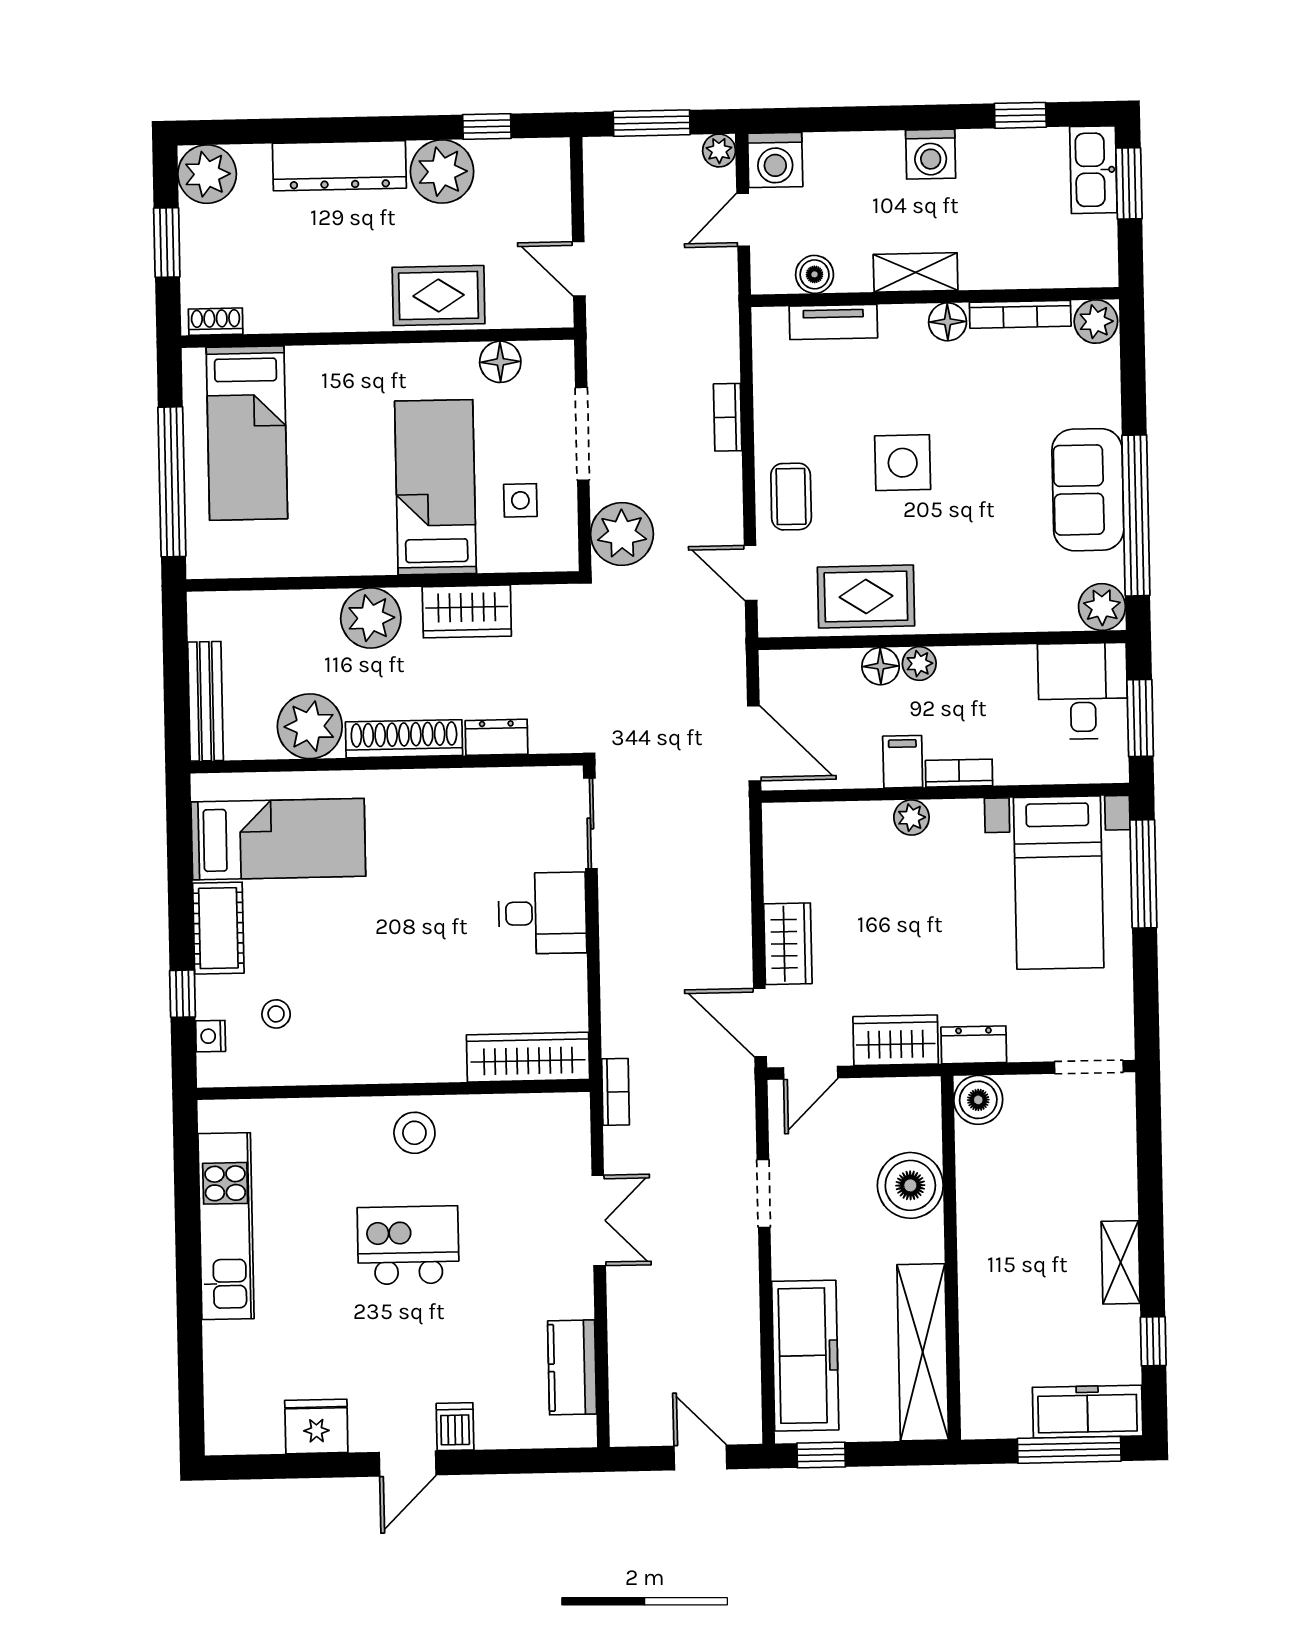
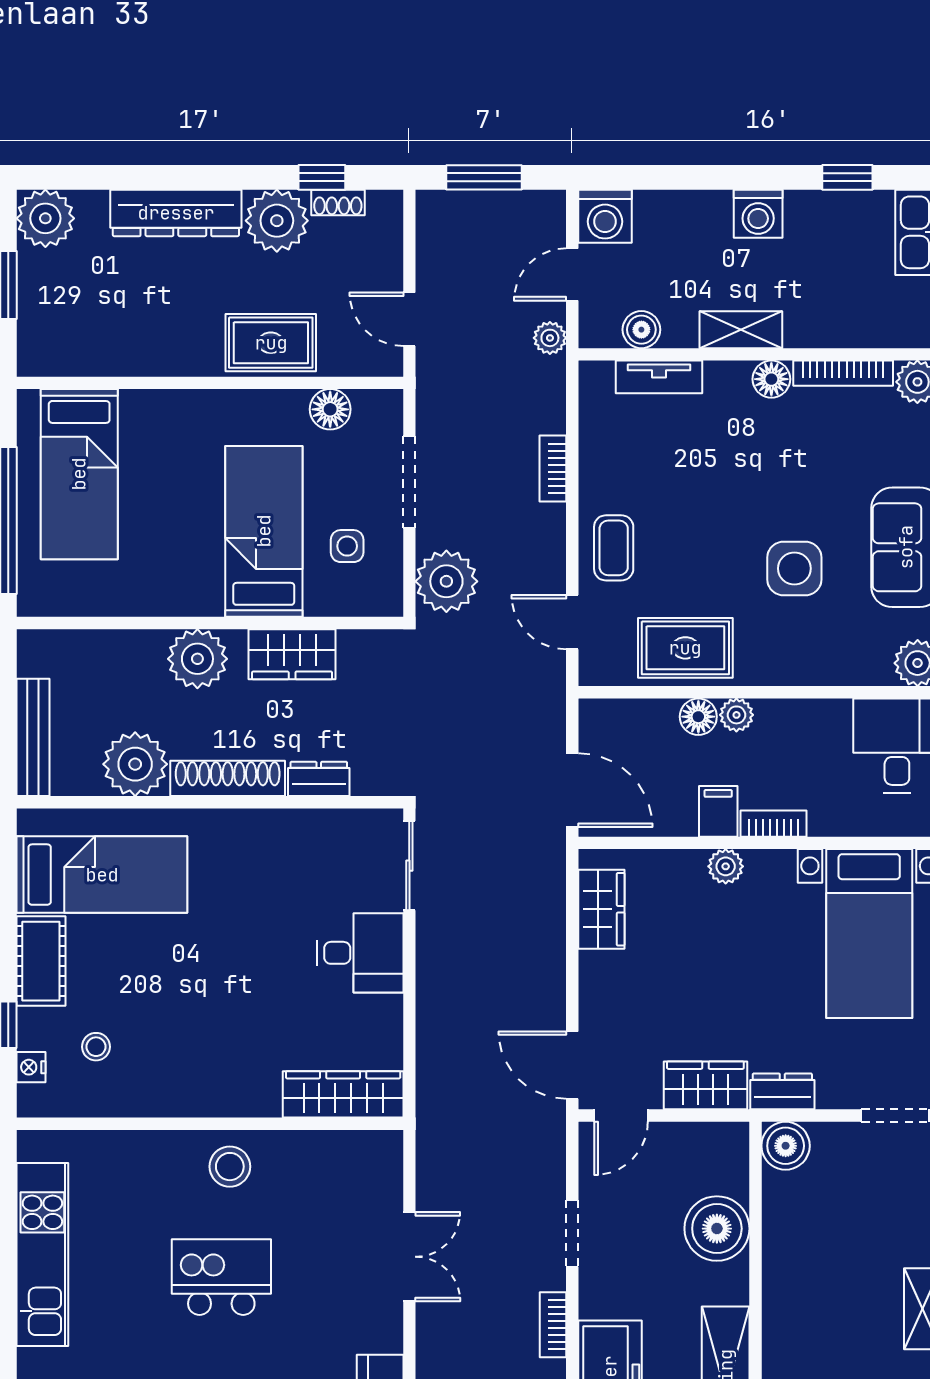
plant: (719, 150) -> (550, 338), moved
shoe rack: (216, 322) -> (338, 202), moved, turned 180
side table: (903, 463) -> (794, 568), moved
wardrobe: (788, 944) -> (601, 909), moved
bookcase: (616, 1092) -> (553, 1325), moved, turned 180

